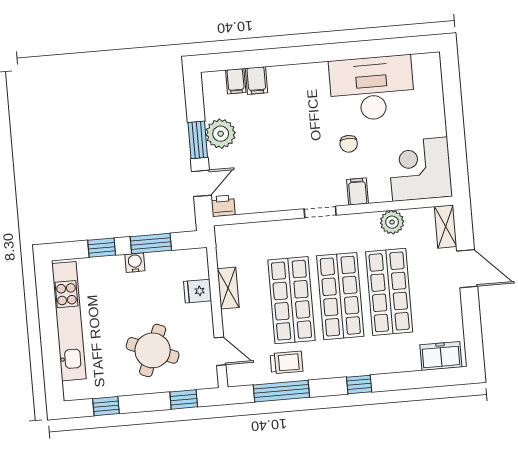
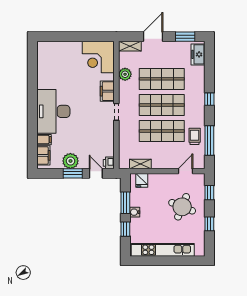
filing cabinet: (236, 81) -> (43, 155), width x2.00
desk: (372, 88) -> (53, 111), moved
chair: (349, 144) -> (82, 94), removed
filing cabinet: (358, 192) -> (107, 91), width x2.00
shelving: (228, 288) -> (140, 164), moved
fridge: (198, 291) -> (142, 180), moved
window: (472, 329) -> (185, 37), added
window: (106, 406) -> (209, 224), moved

